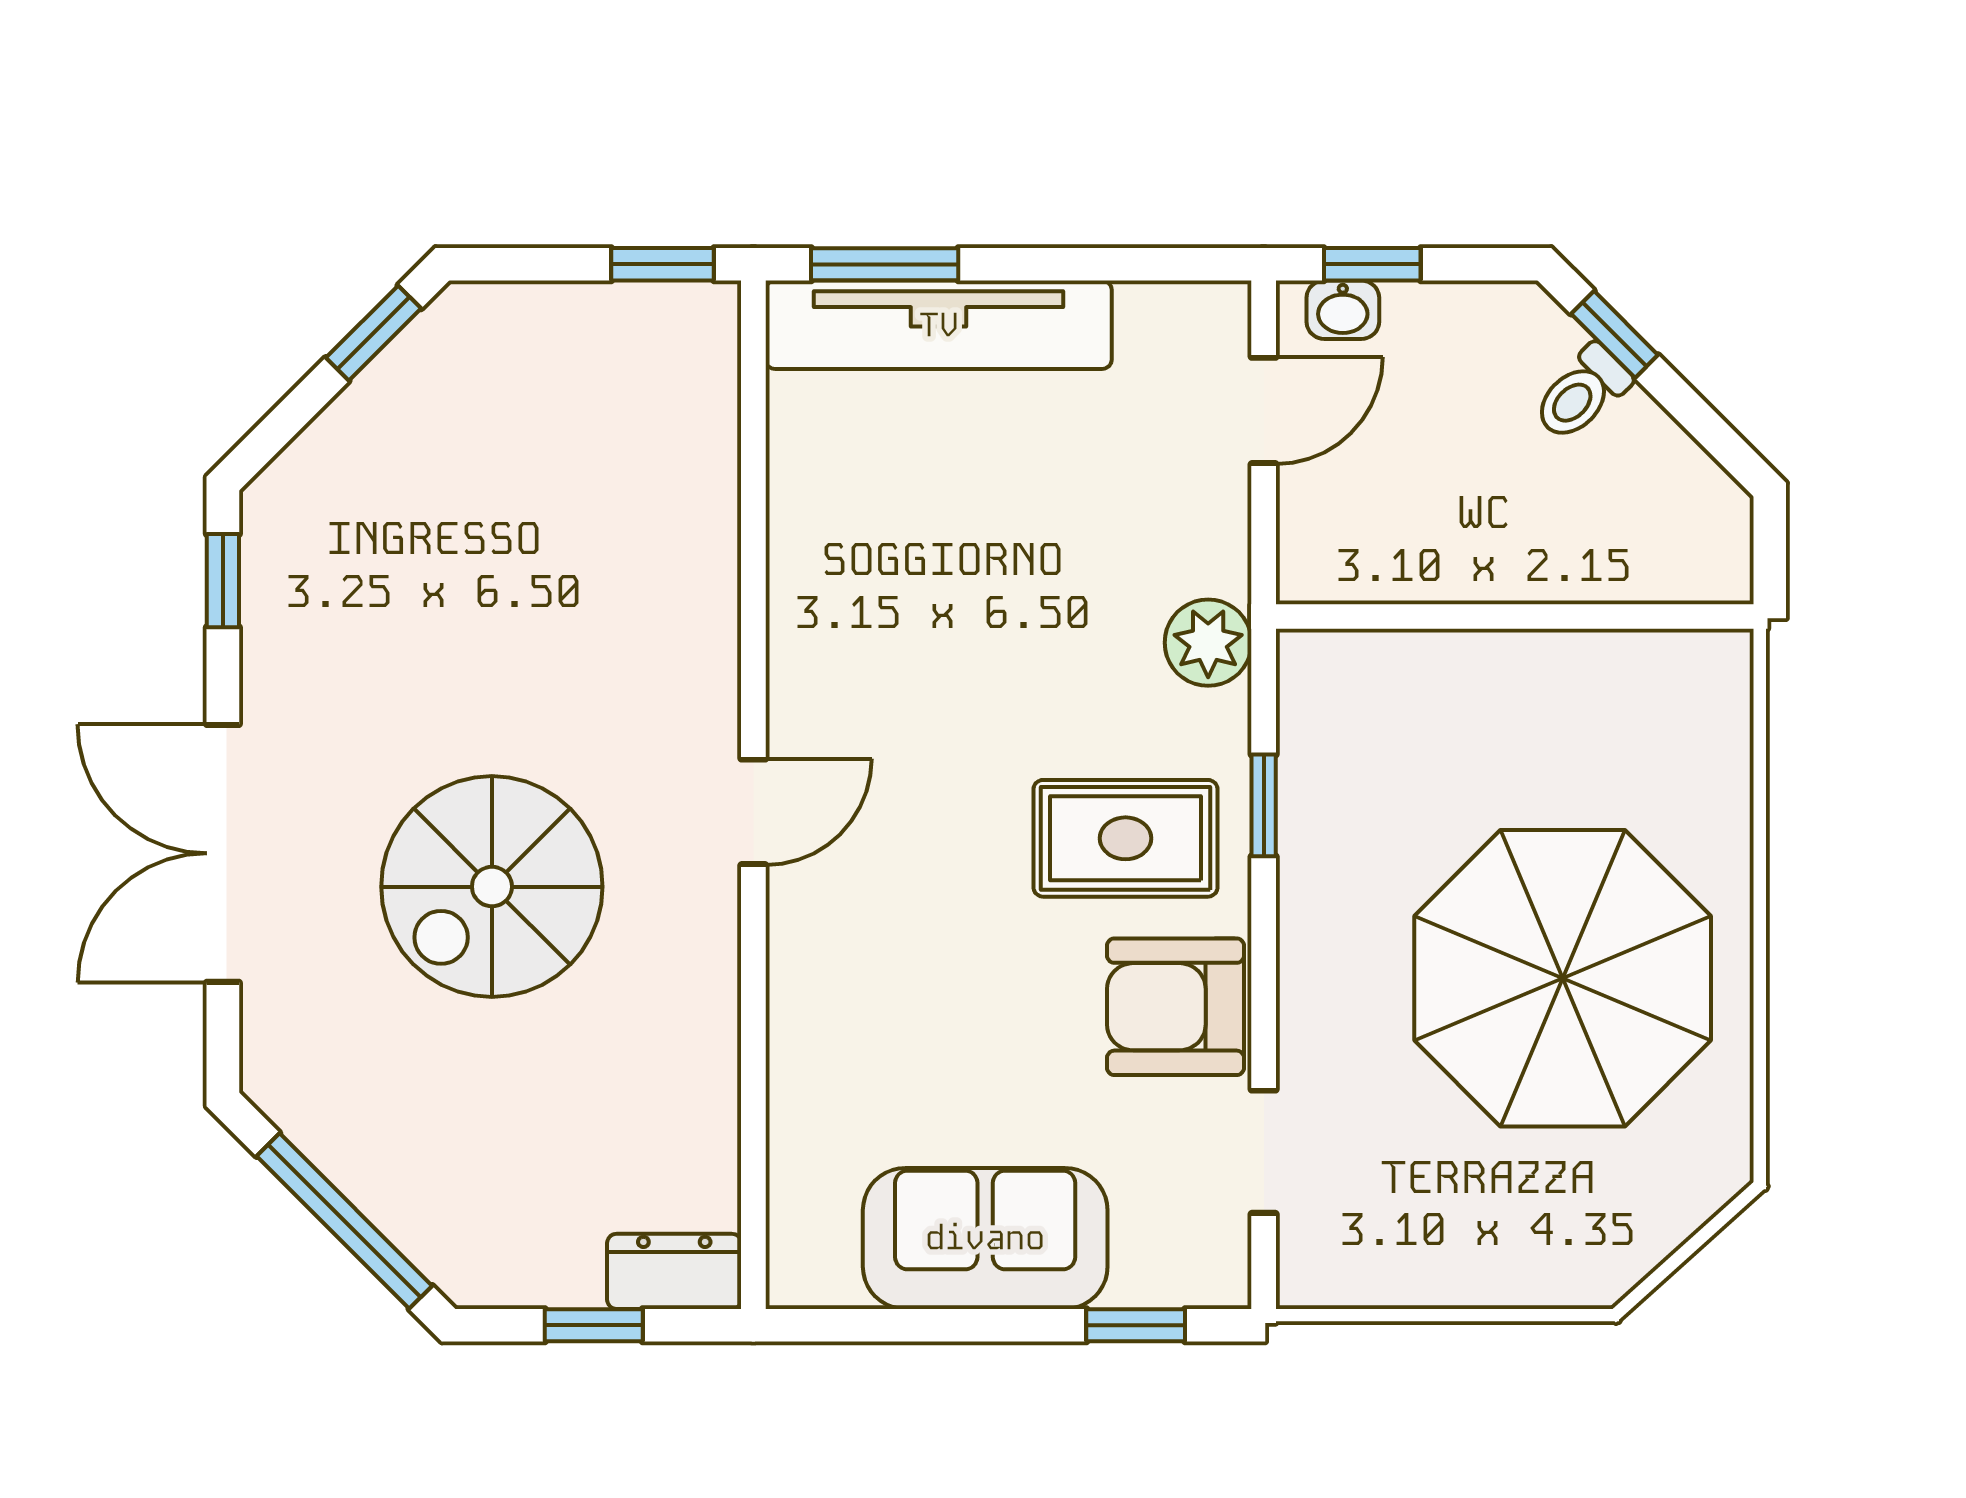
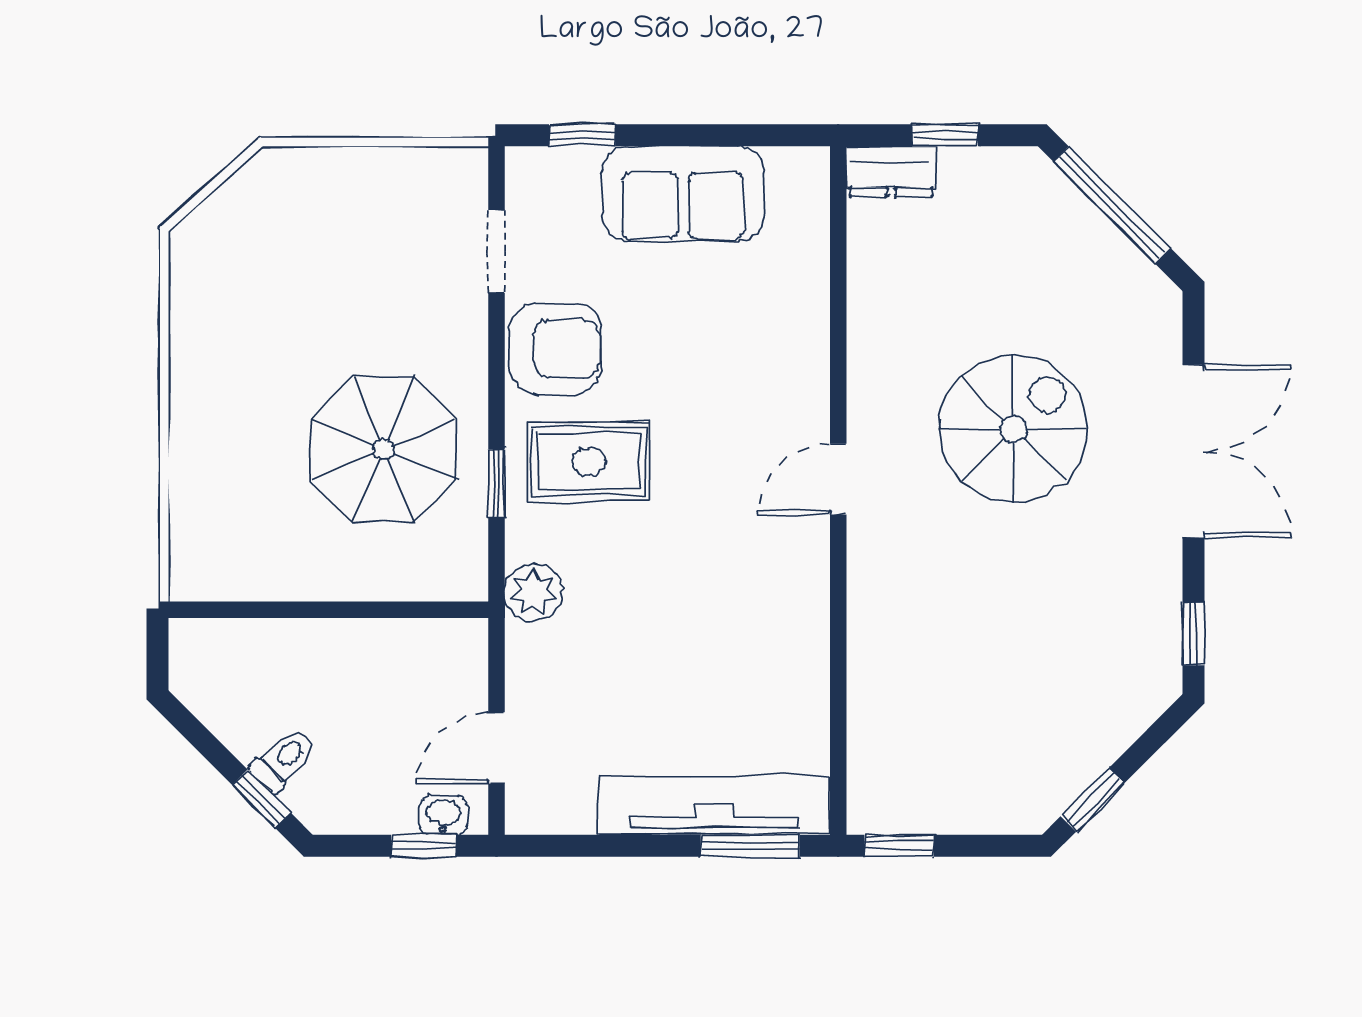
parasol: (1563, 978) -> (384, 449), moved, width x0.73, depth x0.73

